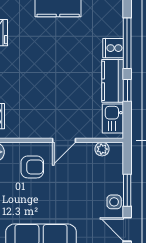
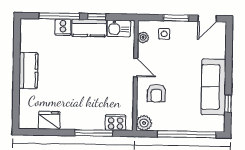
armchair: (32, 167) -> (156, 93), turned 180
side table: (114, 202) -> (164, 34), moved

